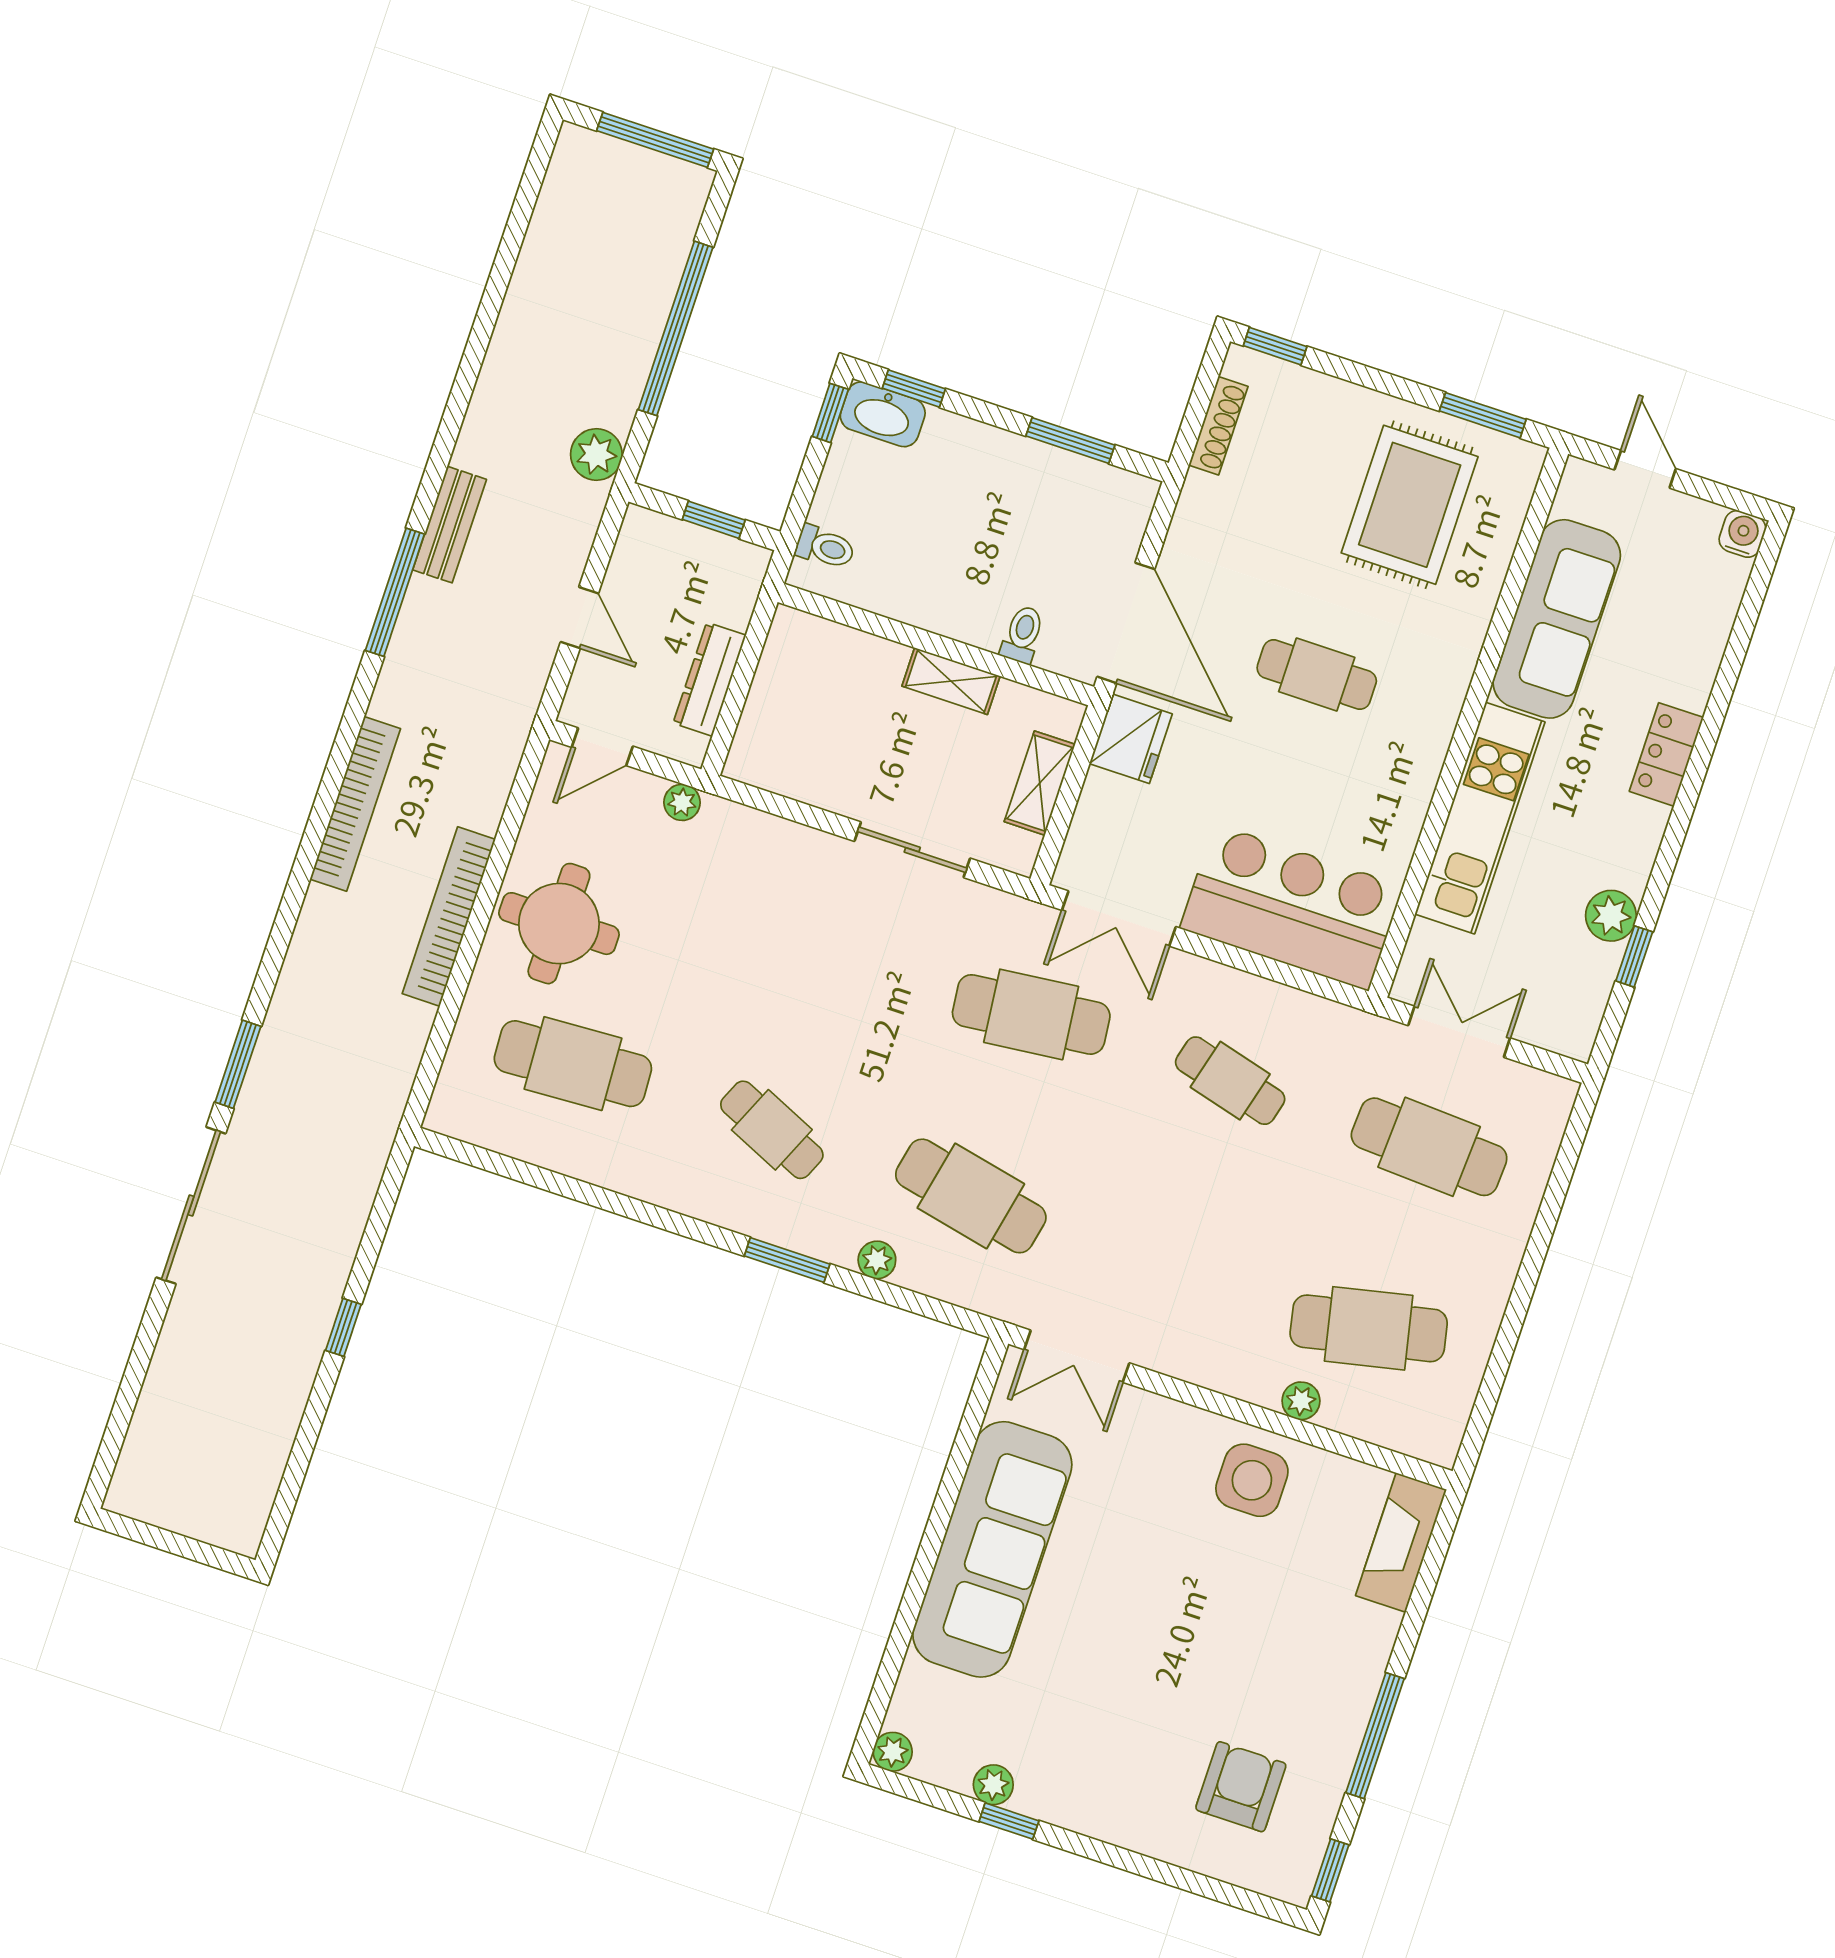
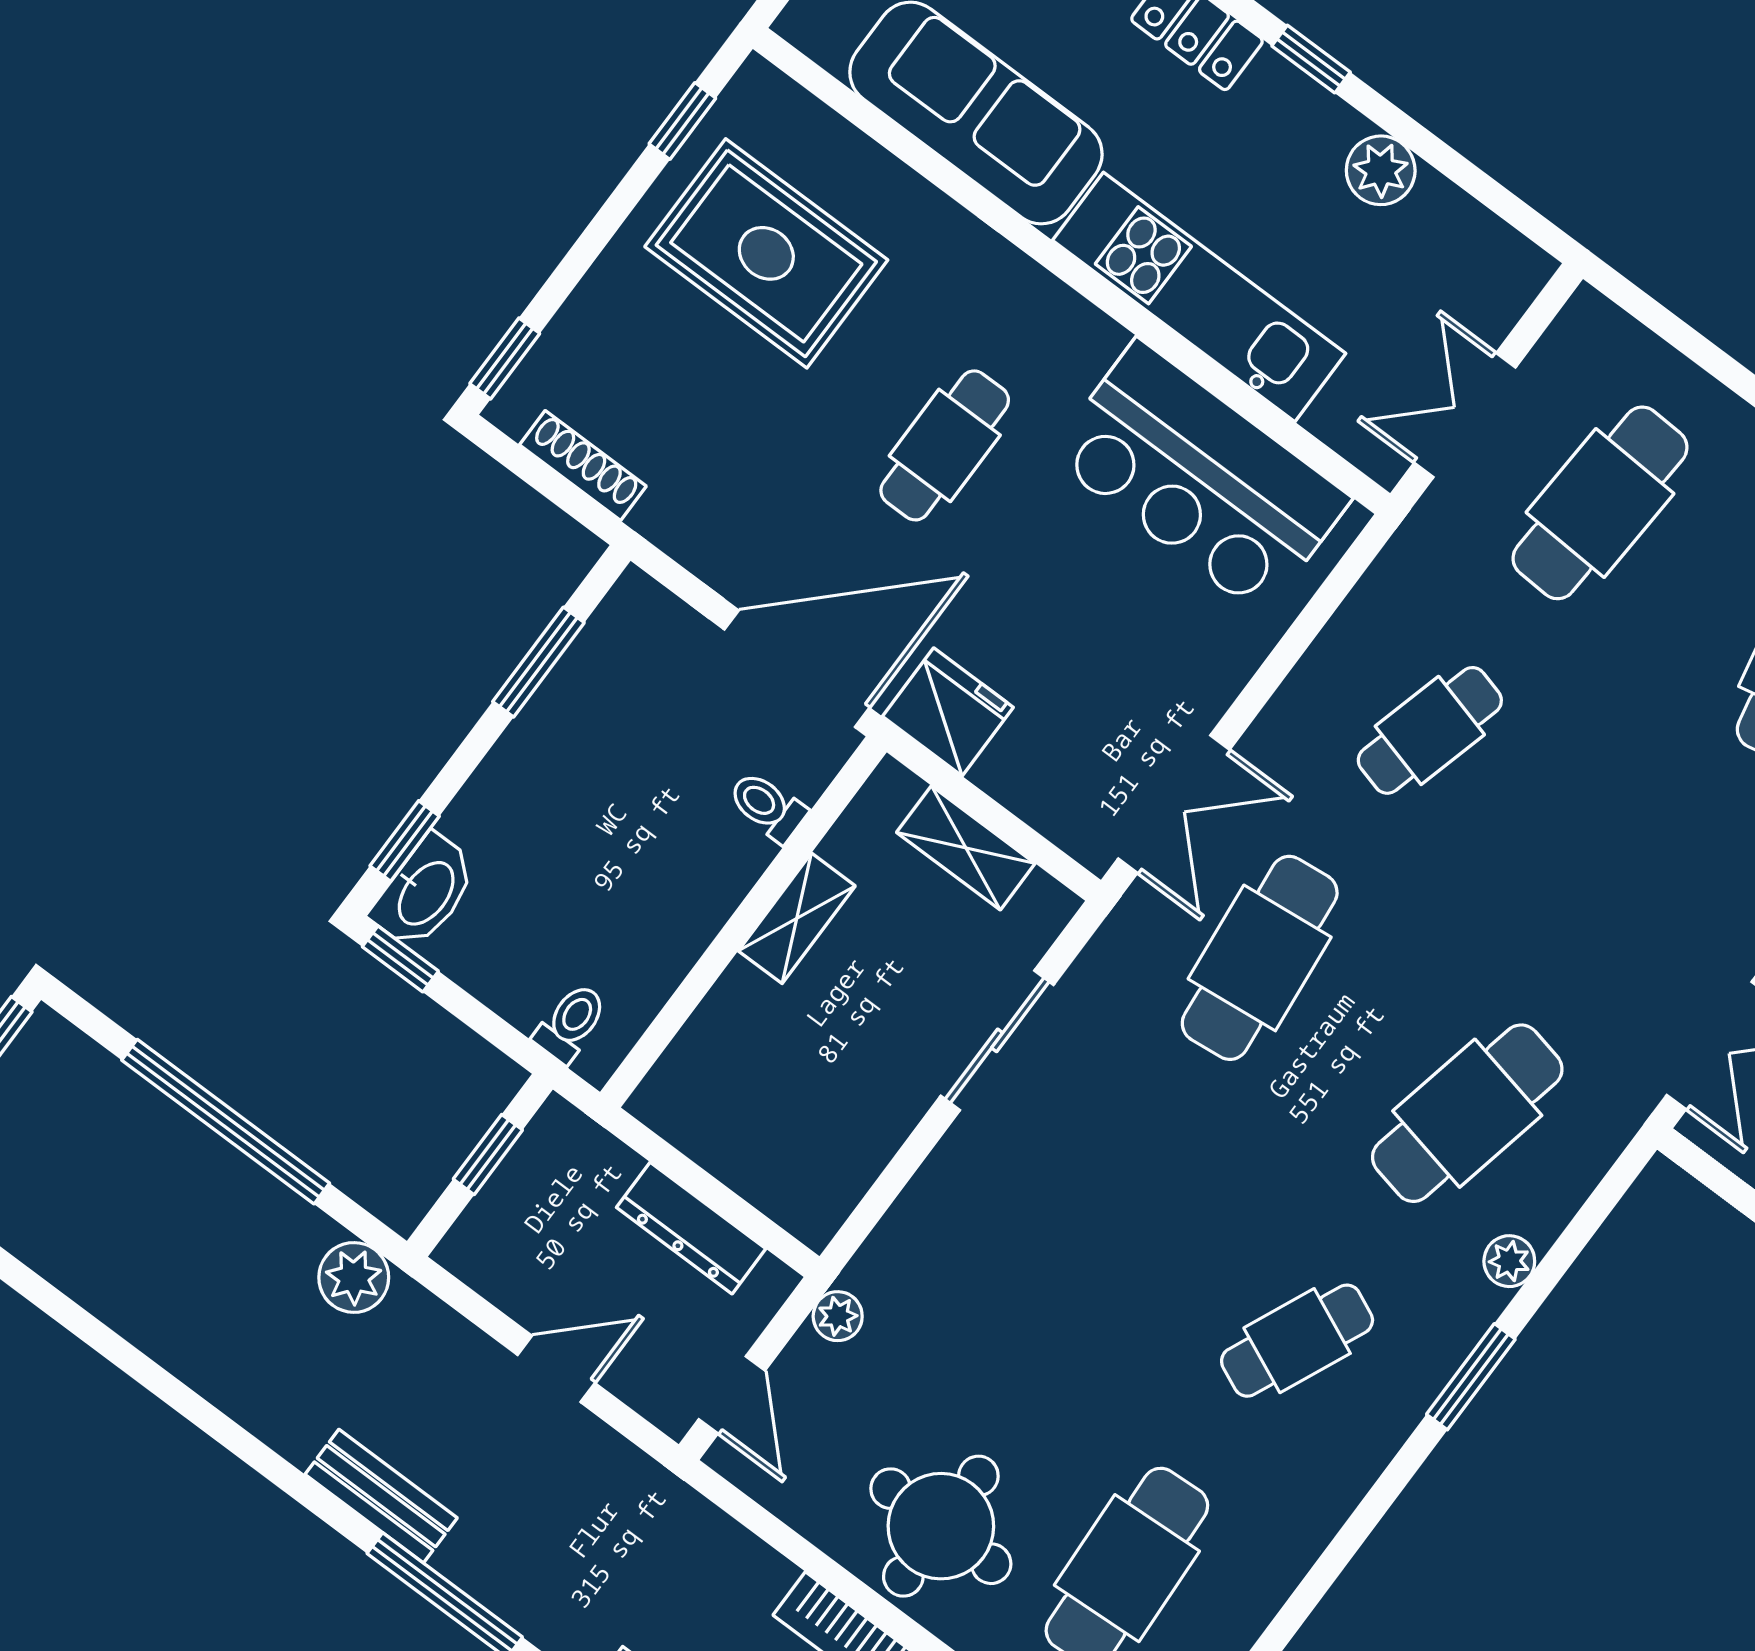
window: (1483, 415) -> (682, 121), width x0.67
bar counter: (1291, 907) -> (1200, 477), moved, turned -90
window: (1634, 956) -> (1311, 59), moved

